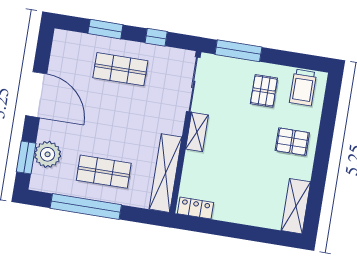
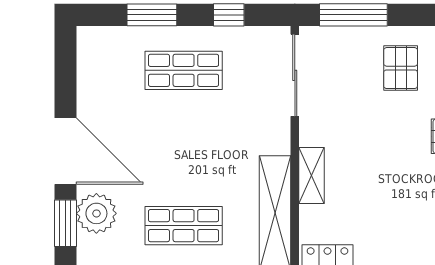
door: (36, 95) -> (65, 151), moved
shelving: (197, 132) -> (312, 176), moved

